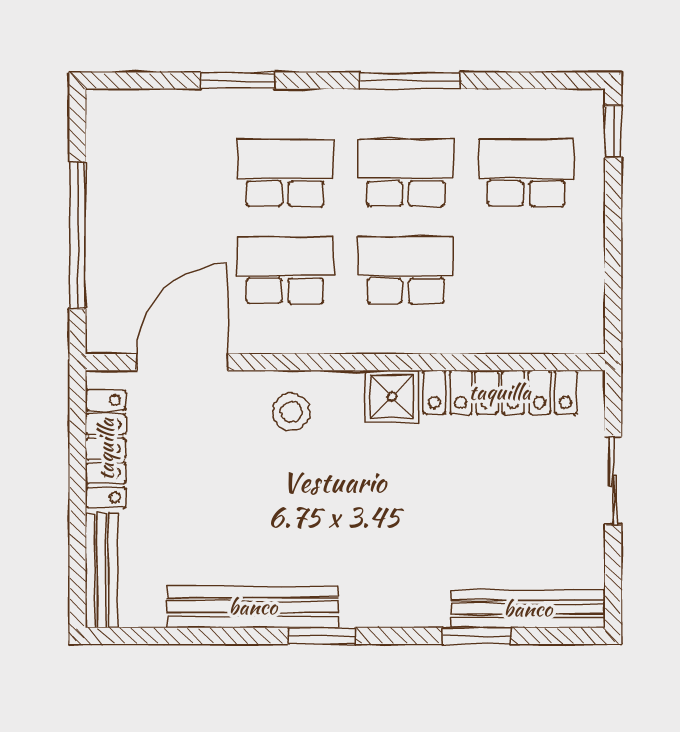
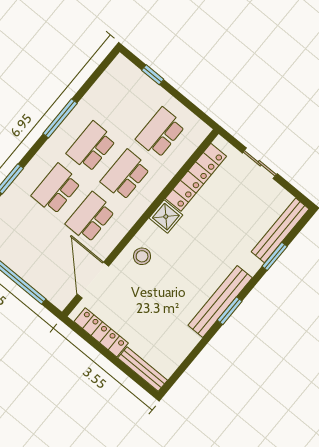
window: (613, 132) -> (153, 75), moved
school desk: (526, 173) -> (160, 133), moved
bench: (253, 607) -> (220, 301), moved

